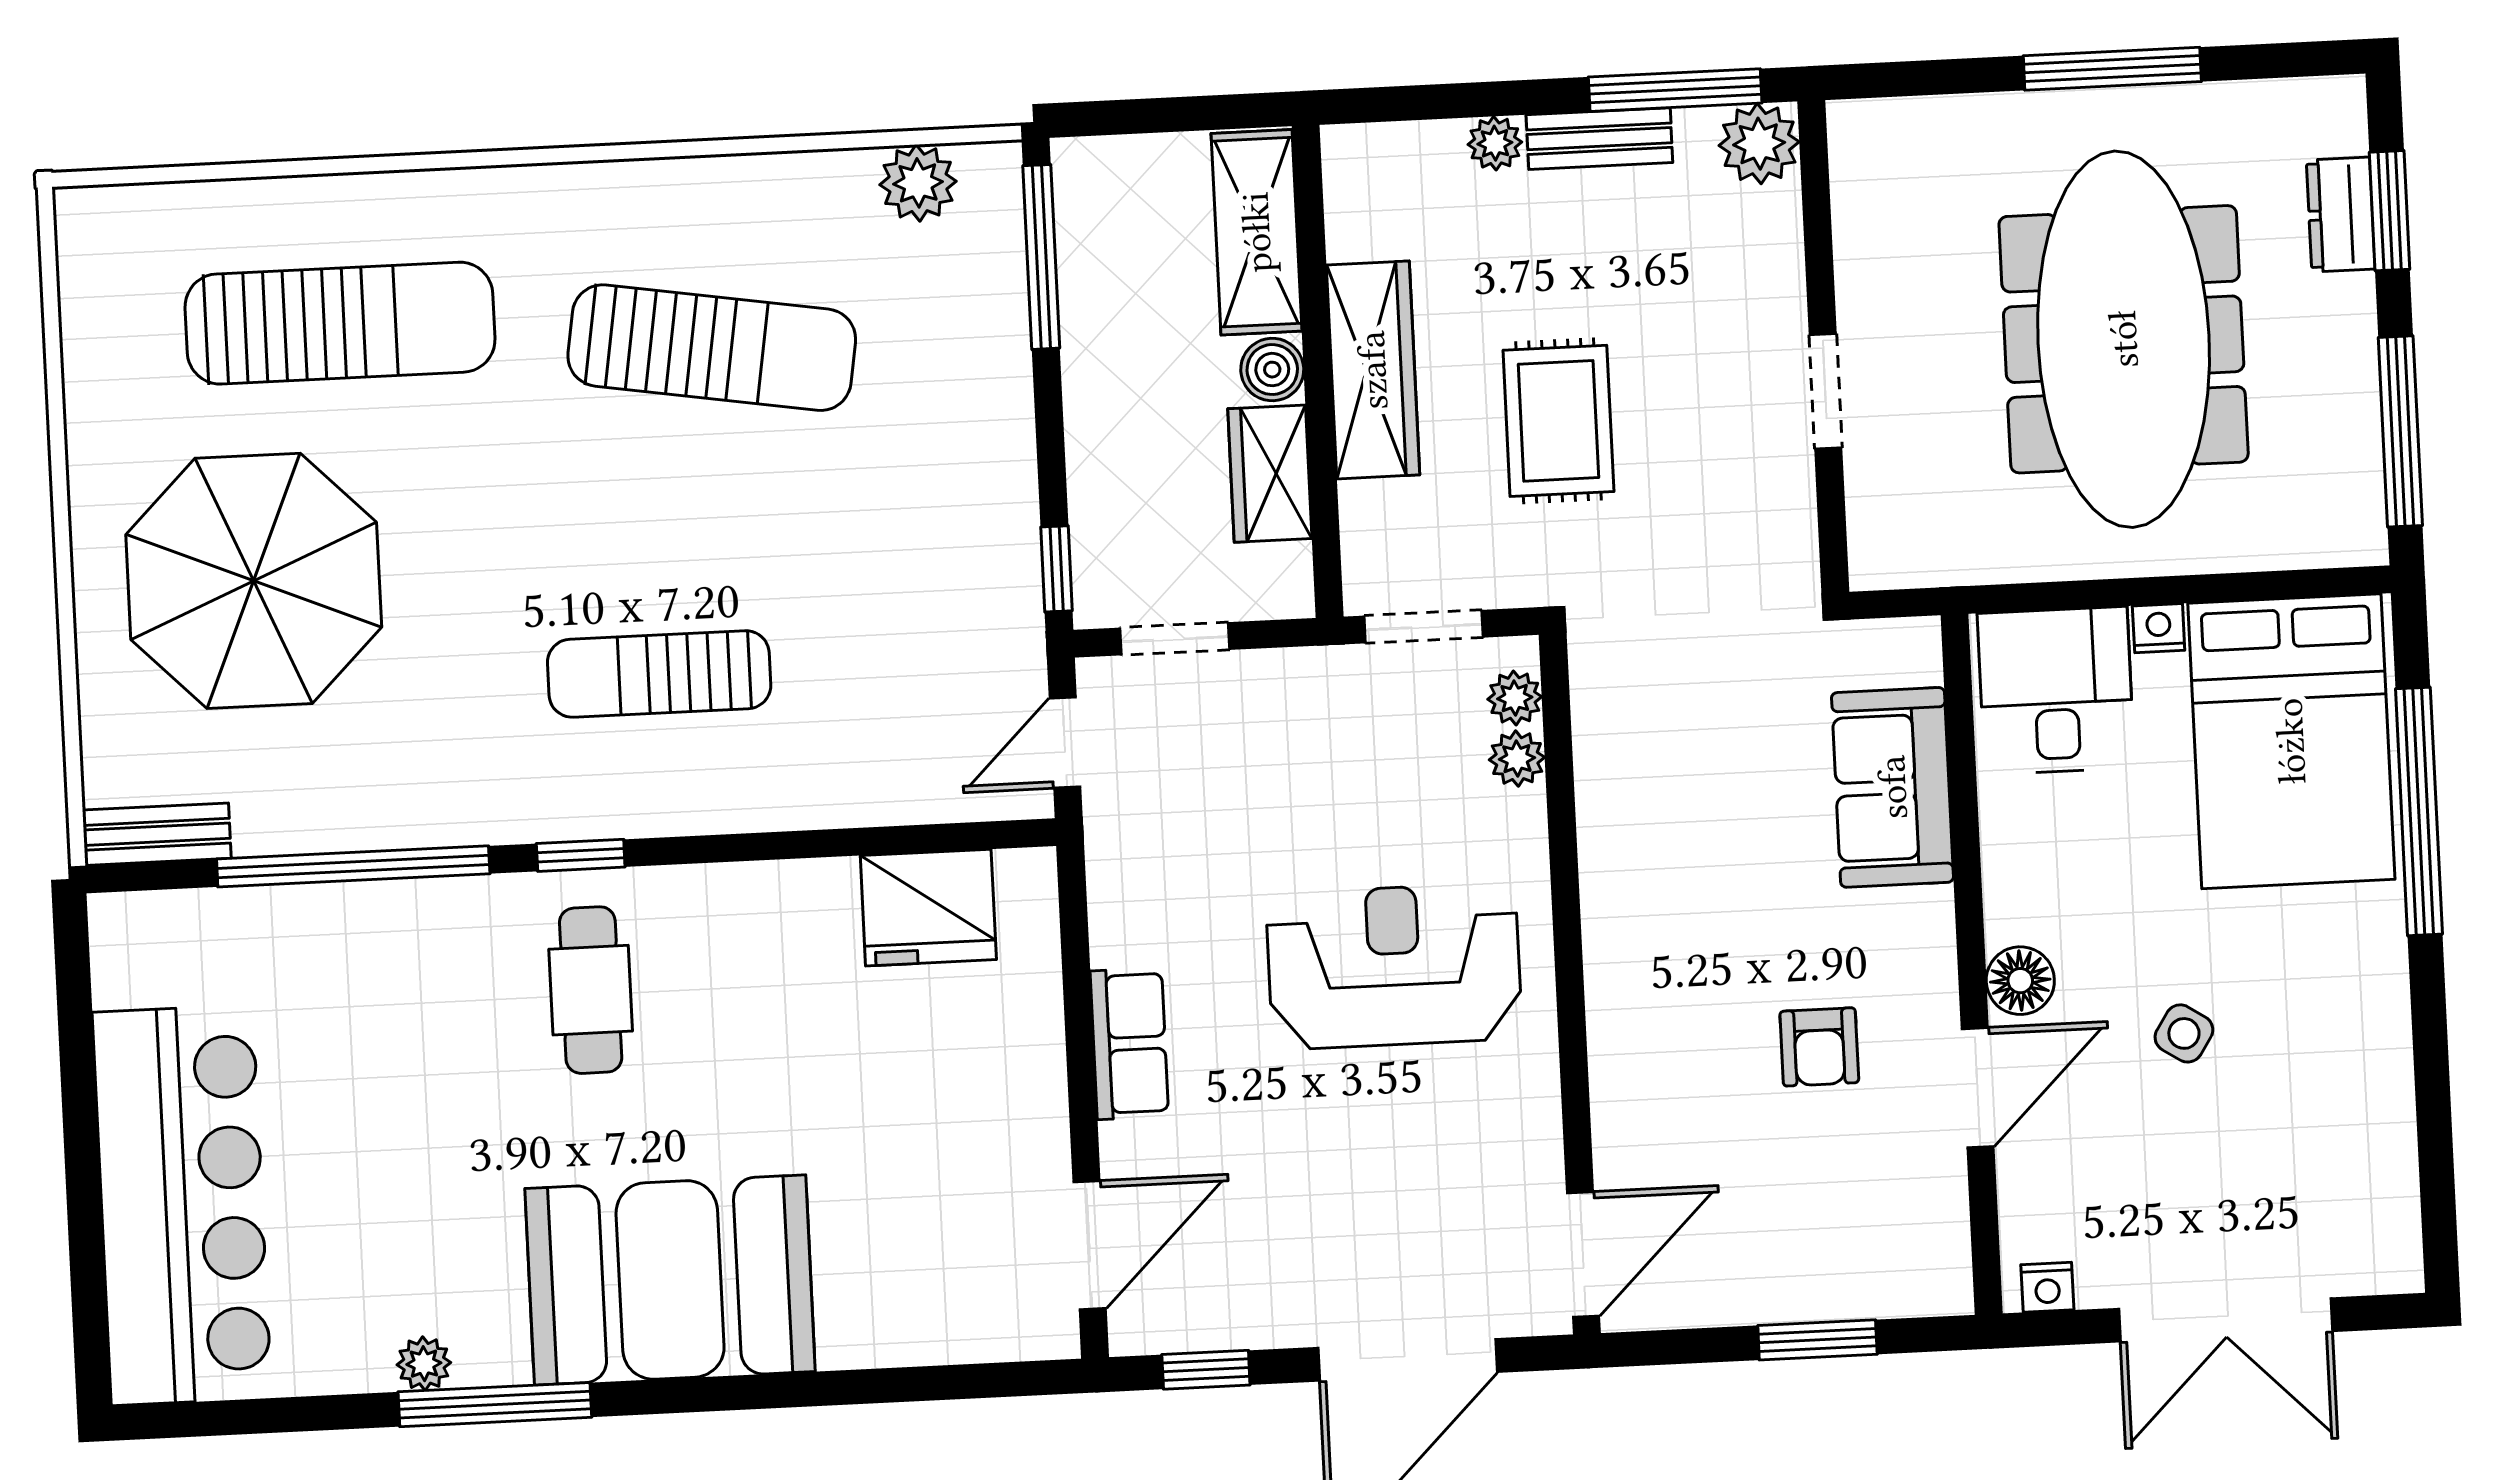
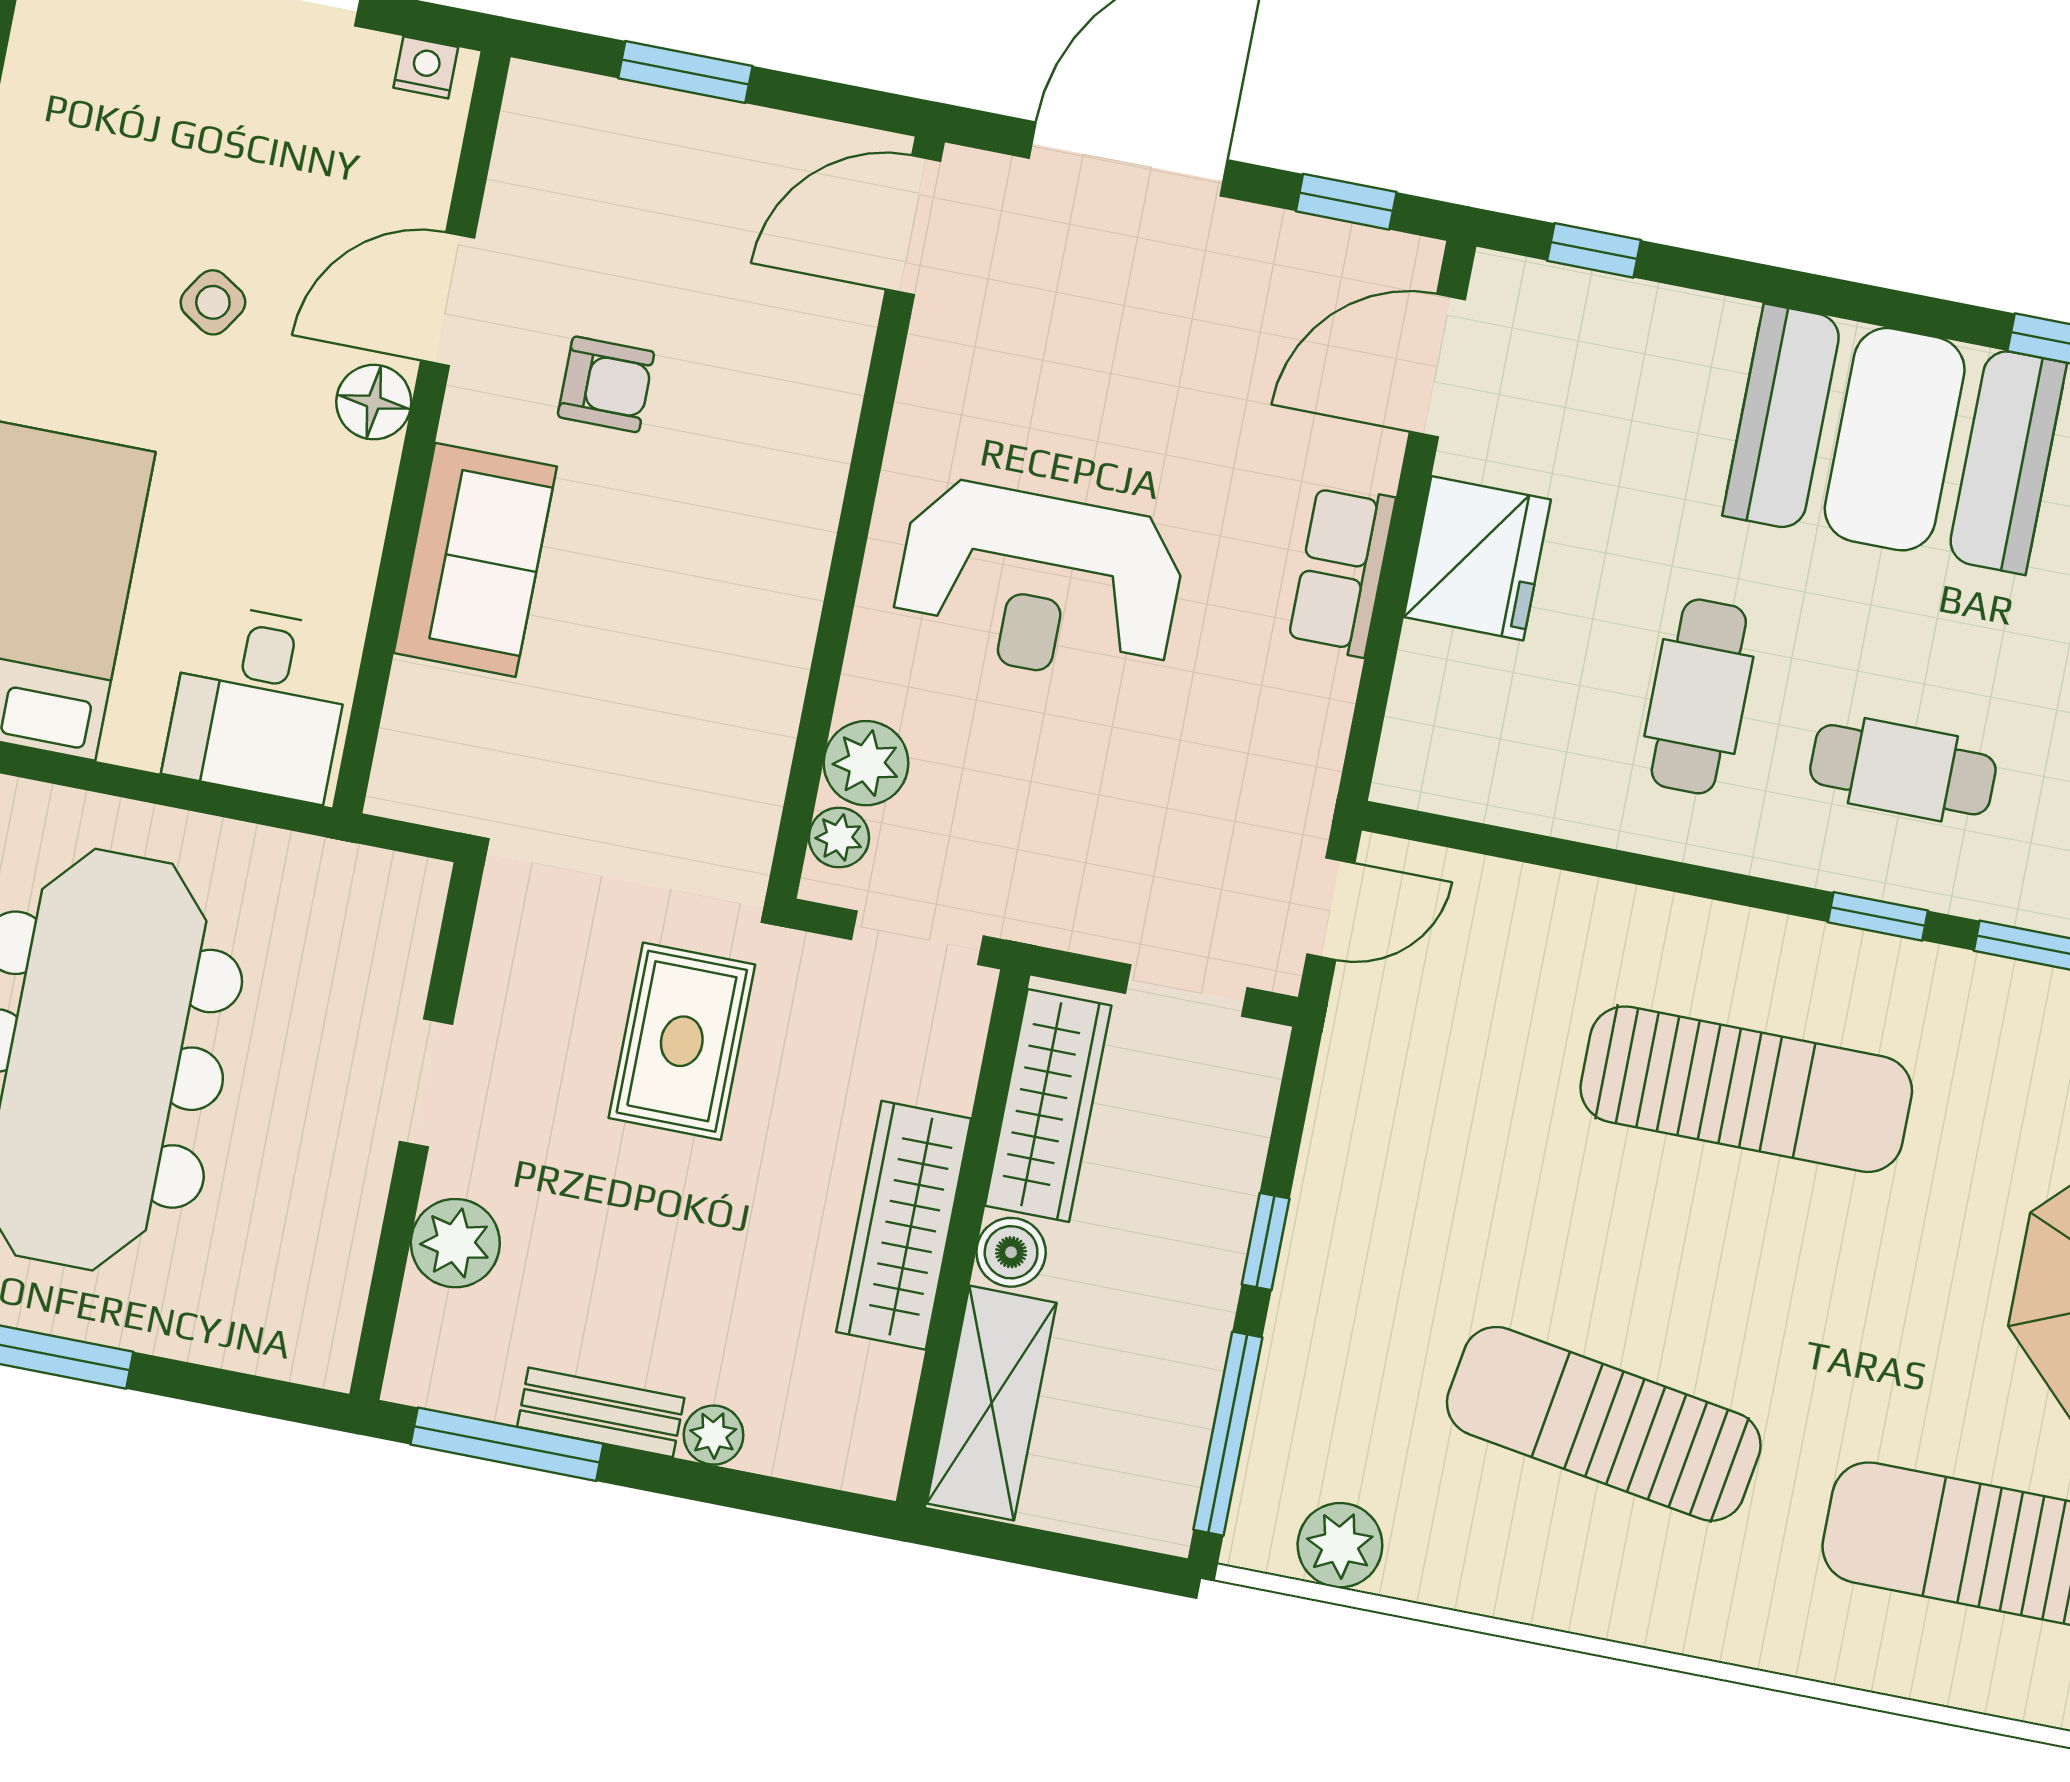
plant: (1759, 144) -> (455, 1243), moved
rug: (1558, 421) -> (682, 1041), moved
wardrobe: (1270, 474) -> (1048, 1106), width x1.50
window: (1057, 569) -> (1266, 1242), moved
nightstand: (2159, 628) -> (133, 742), removed
sun lounger: (659, 674) -> (1746, 1089), width x1.36, depth x1.34
plant: (1517, 759) -> (866, 763), width x1.38, depth x1.38
sofa: (1893, 787) -> (475, 560), moved
fridge: (928, 908) -> (1477, 558), moved, turned 90
cafe table: (591, 990) -> (1903, 770), turned 90
cafe table: (787, 1010) -> (1699, 696), added
armchair: (1819, 1047) -> (606, 384), turned 90
window: (977, 1381) -> (1594, 250), added

